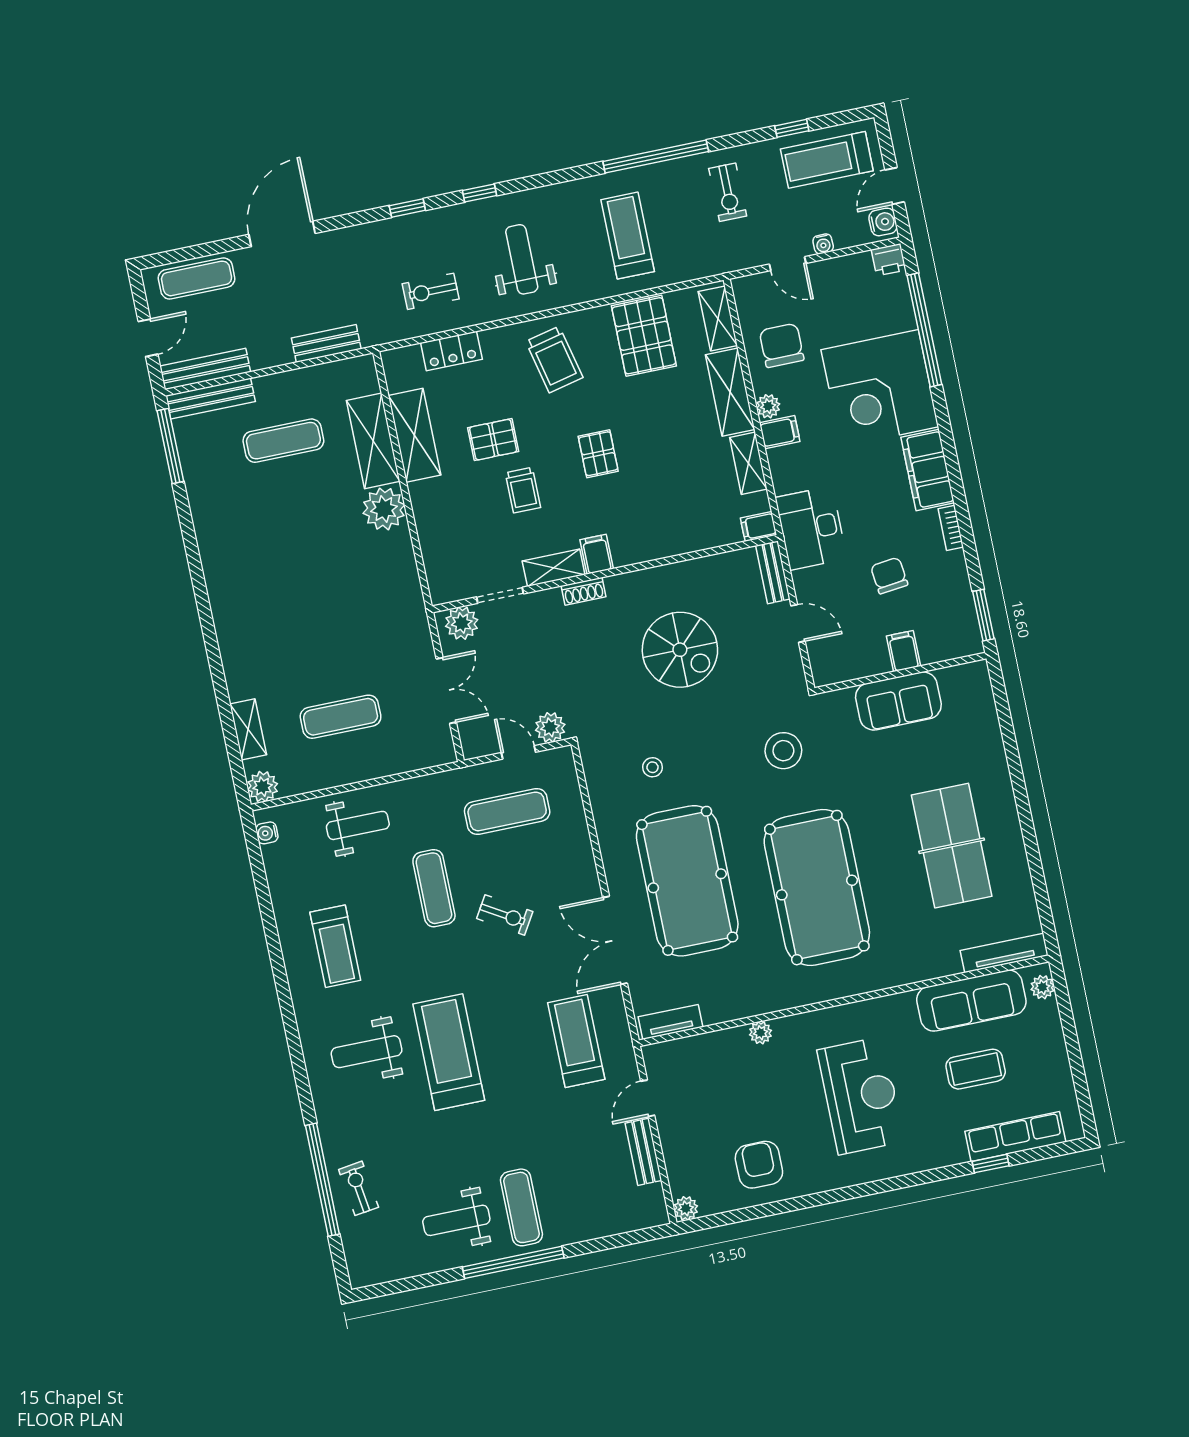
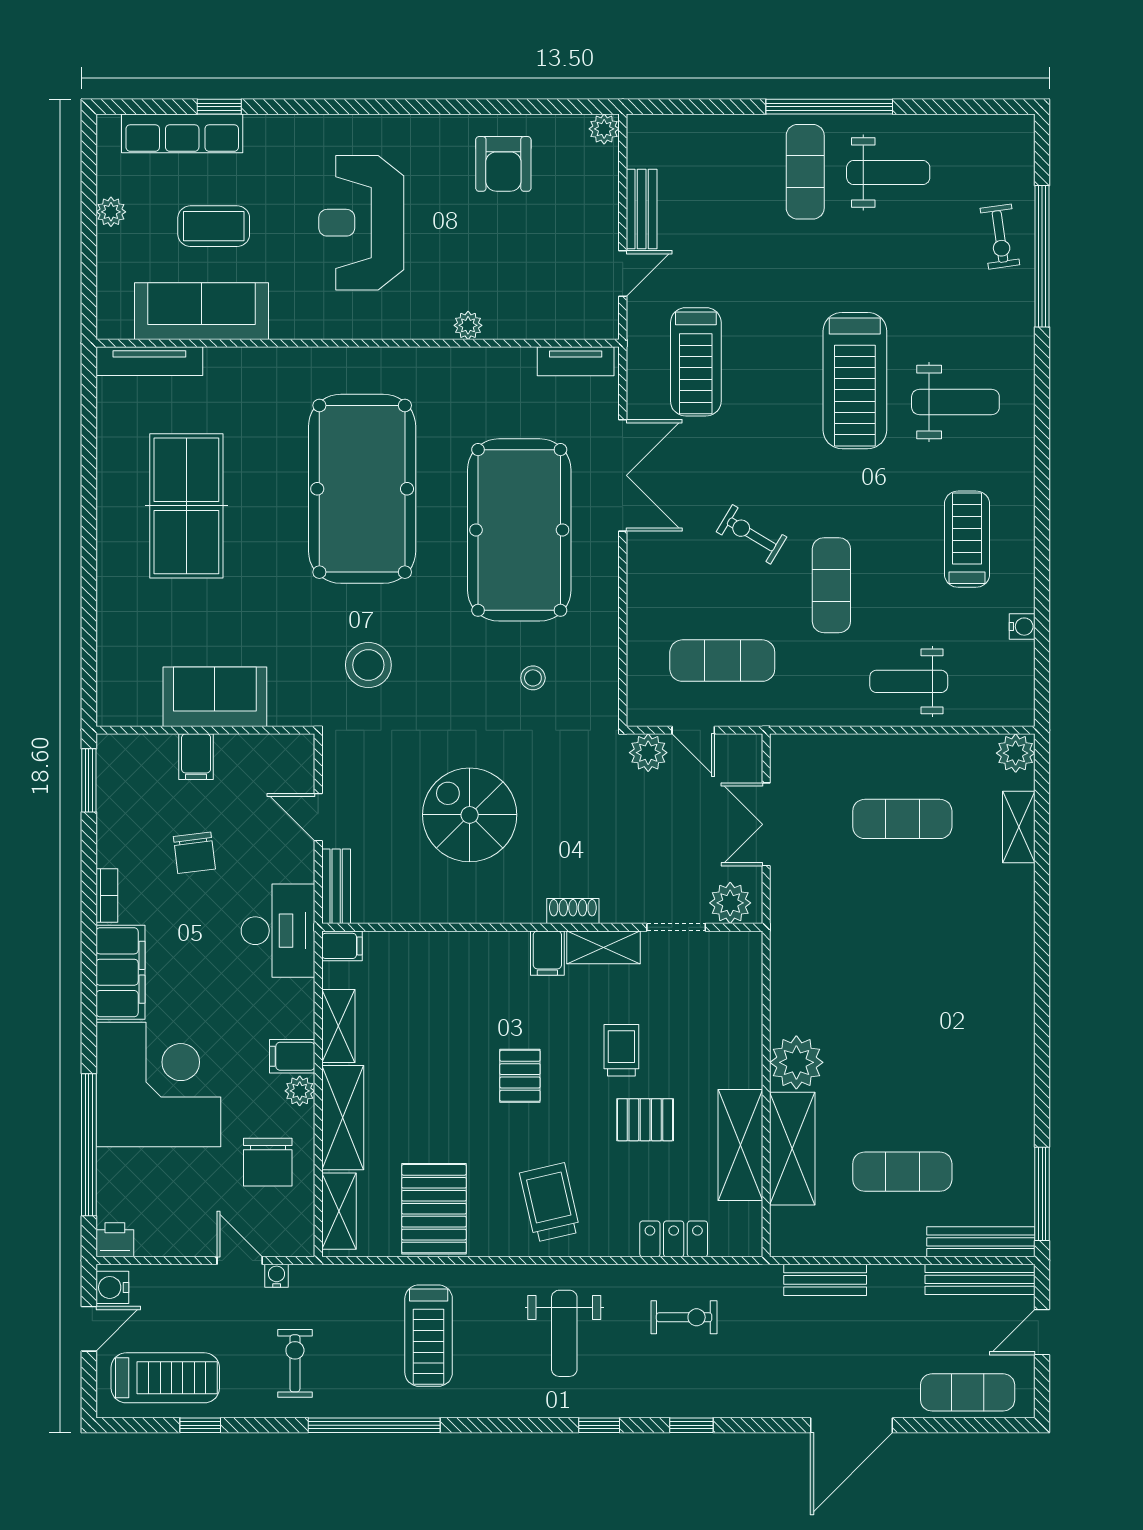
water cooler: (823, 244) -> (277, 1276), moved
water cooler: (267, 833) -> (1022, 627), moved
plant: (1042, 987) -> (111, 212), moved

